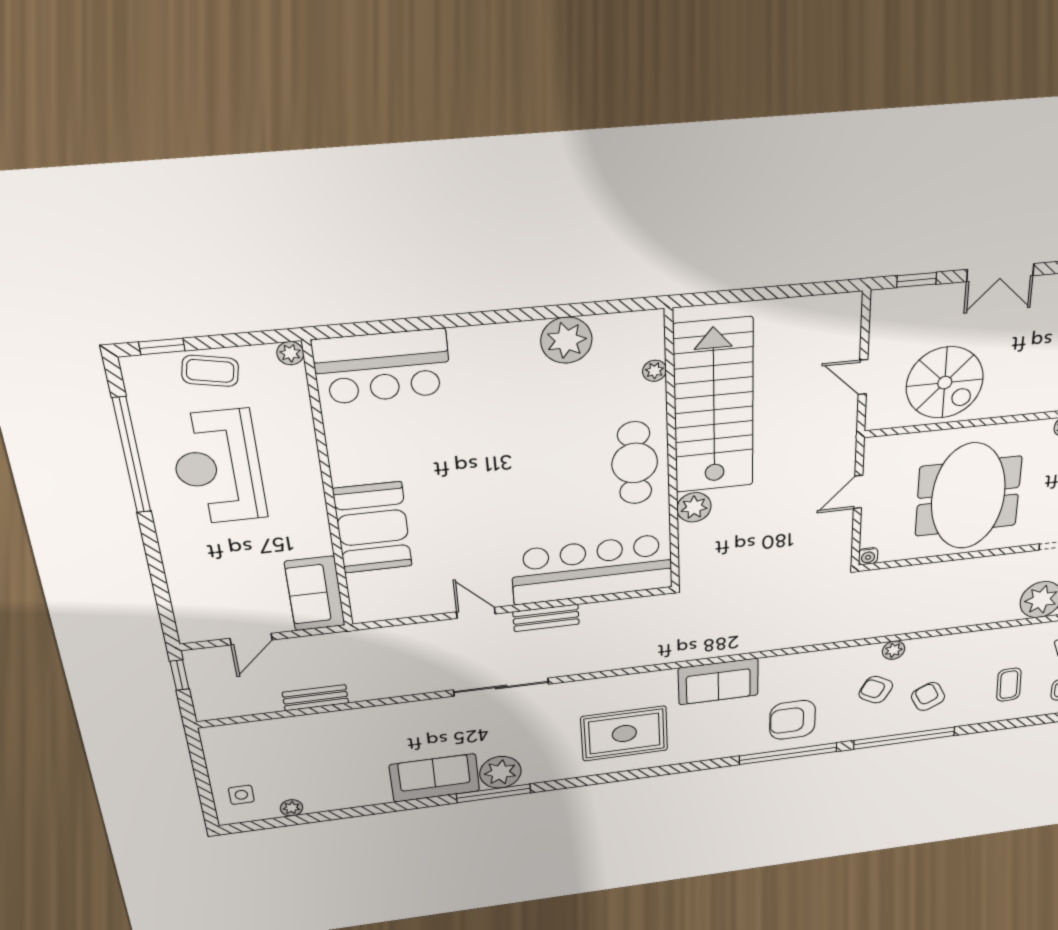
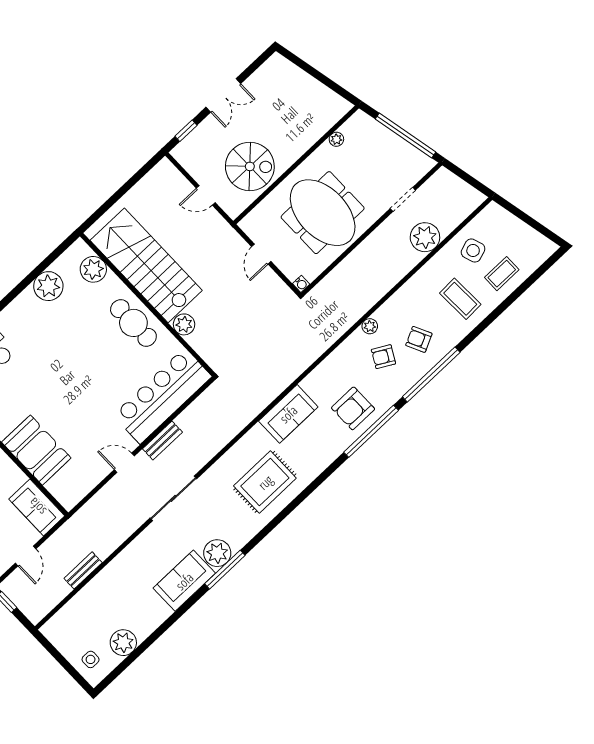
plant: (654, 371) -> (93, 269), width x1.88, depth x1.88
coffee table: (1009, 685) -> (460, 299), width x1.36, depth x1.30
plant: (292, 808) -> (123, 643), width x1.87, depth x1.87

